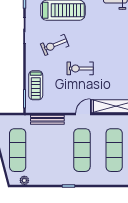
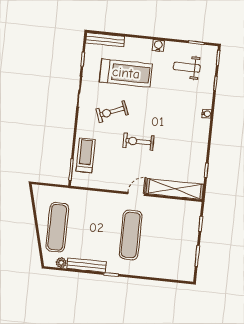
treadmill: (36, 85) -> (86, 155), turned 180
bench: (47, 120) -> (87, 265), moved
exercise mat: (114, 150) -> (167, 239), removed

